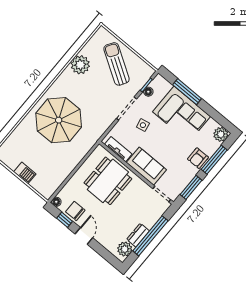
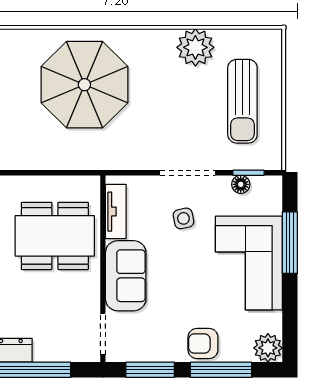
sun lounger: (117, 64) -> (242, 101), turned 148

